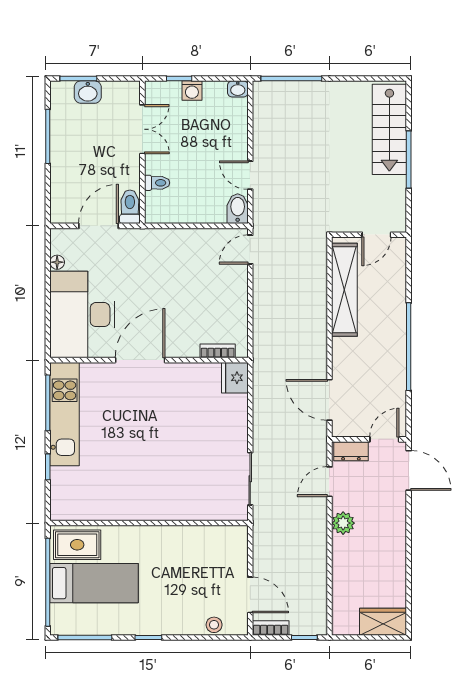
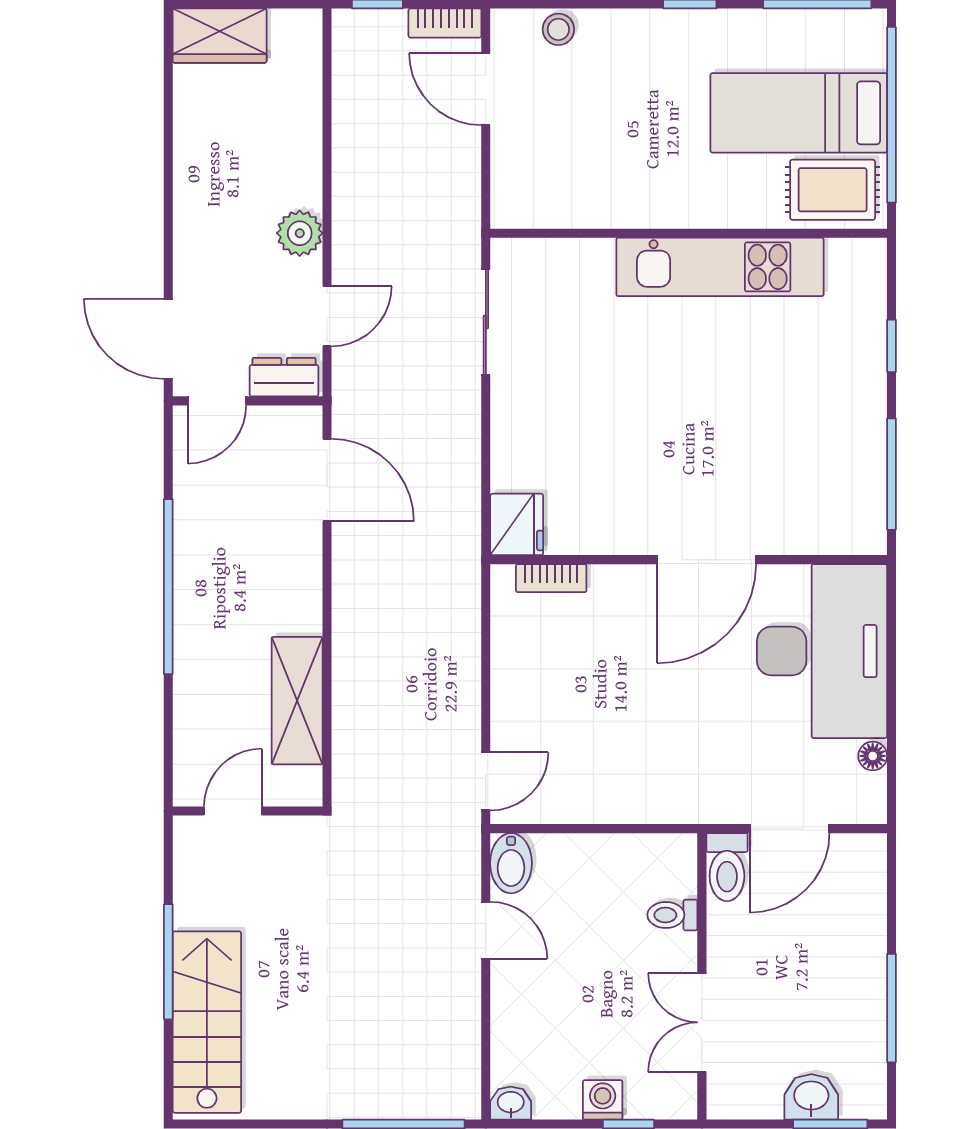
shelving: (344, 290) -> (297, 701), width x0.68
kitchen unit: (65, 414) -> (720, 267), moved, turned -90

